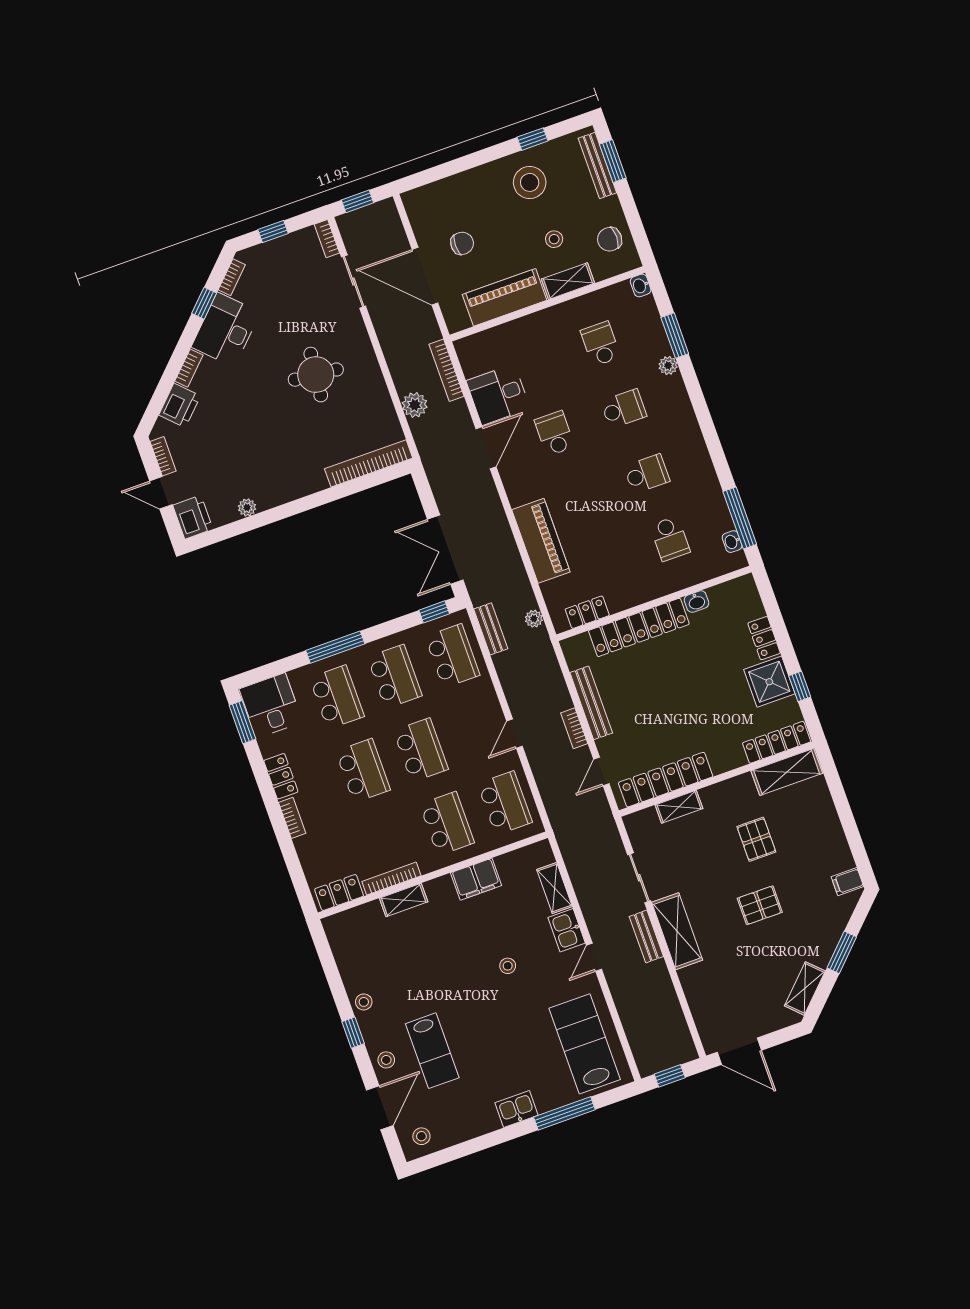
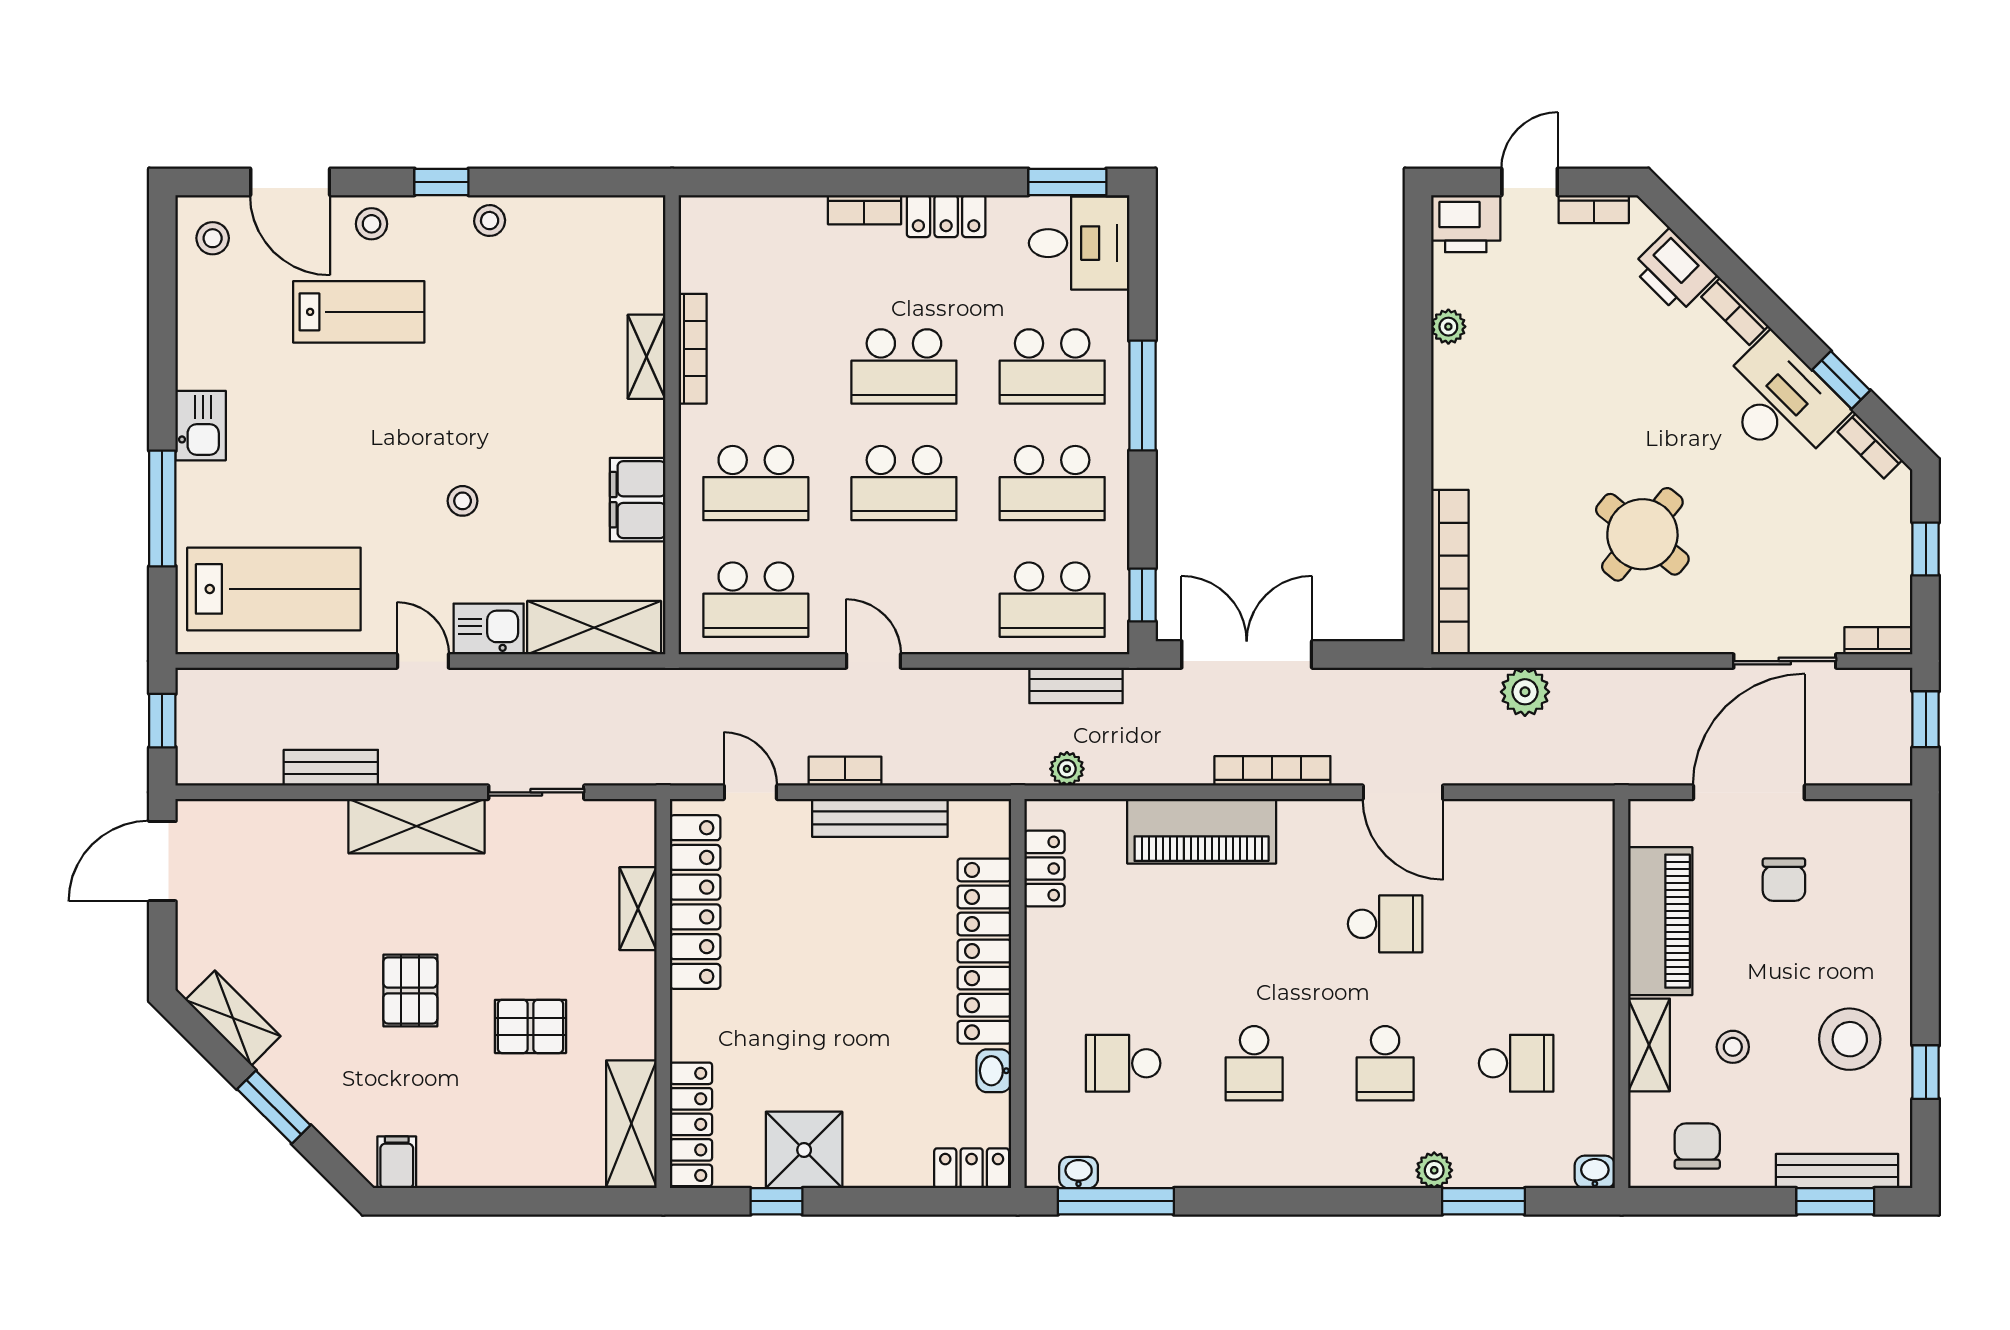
bookcase: (446, 370) -> (1272, 771), moved
round table: (316, 375) -> (1642, 534), turned 33
desk: (498, 395) -> (1490, 848), removed
locker: (764, 638) -> (972, 1168), moved
shelving: (555, 888) -> (594, 628), width x1.50, depth x1.33
locker: (339, 893) -> (701, 246), removed
bench: (646, 936) -> (331, 768), moved
lab bench: (432, 1051) -> (359, 312), turned 180

